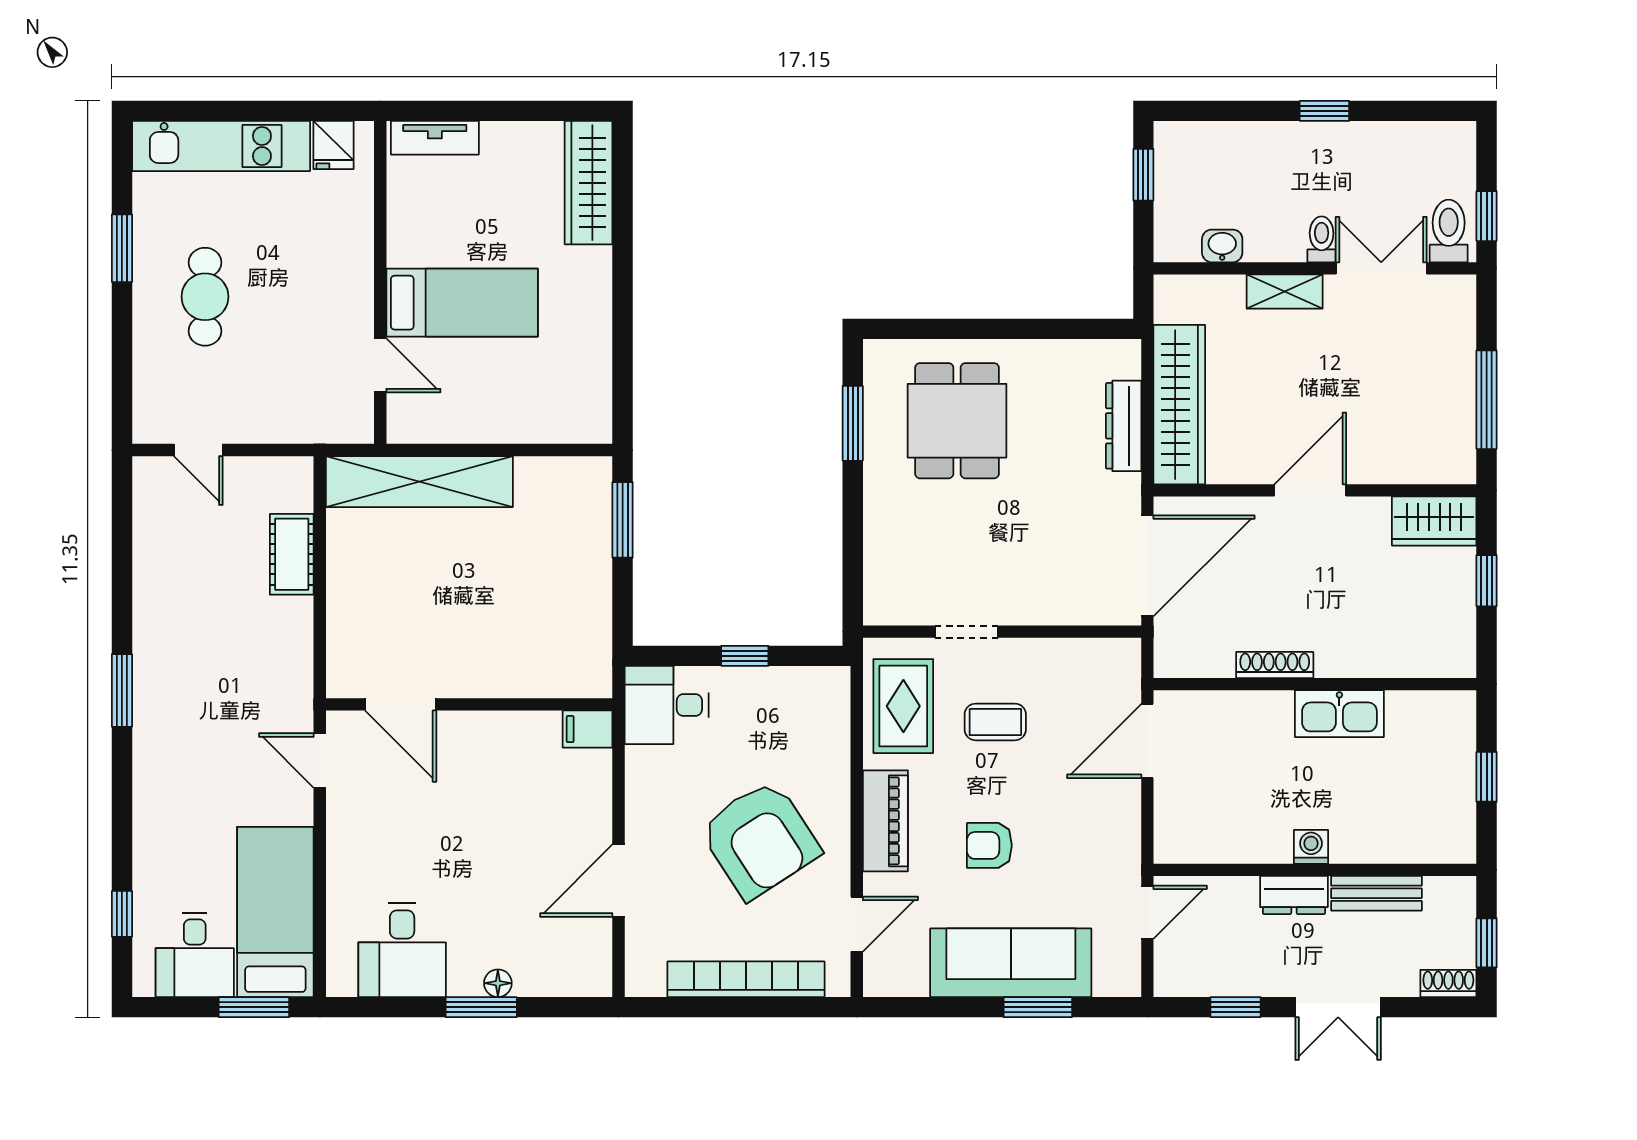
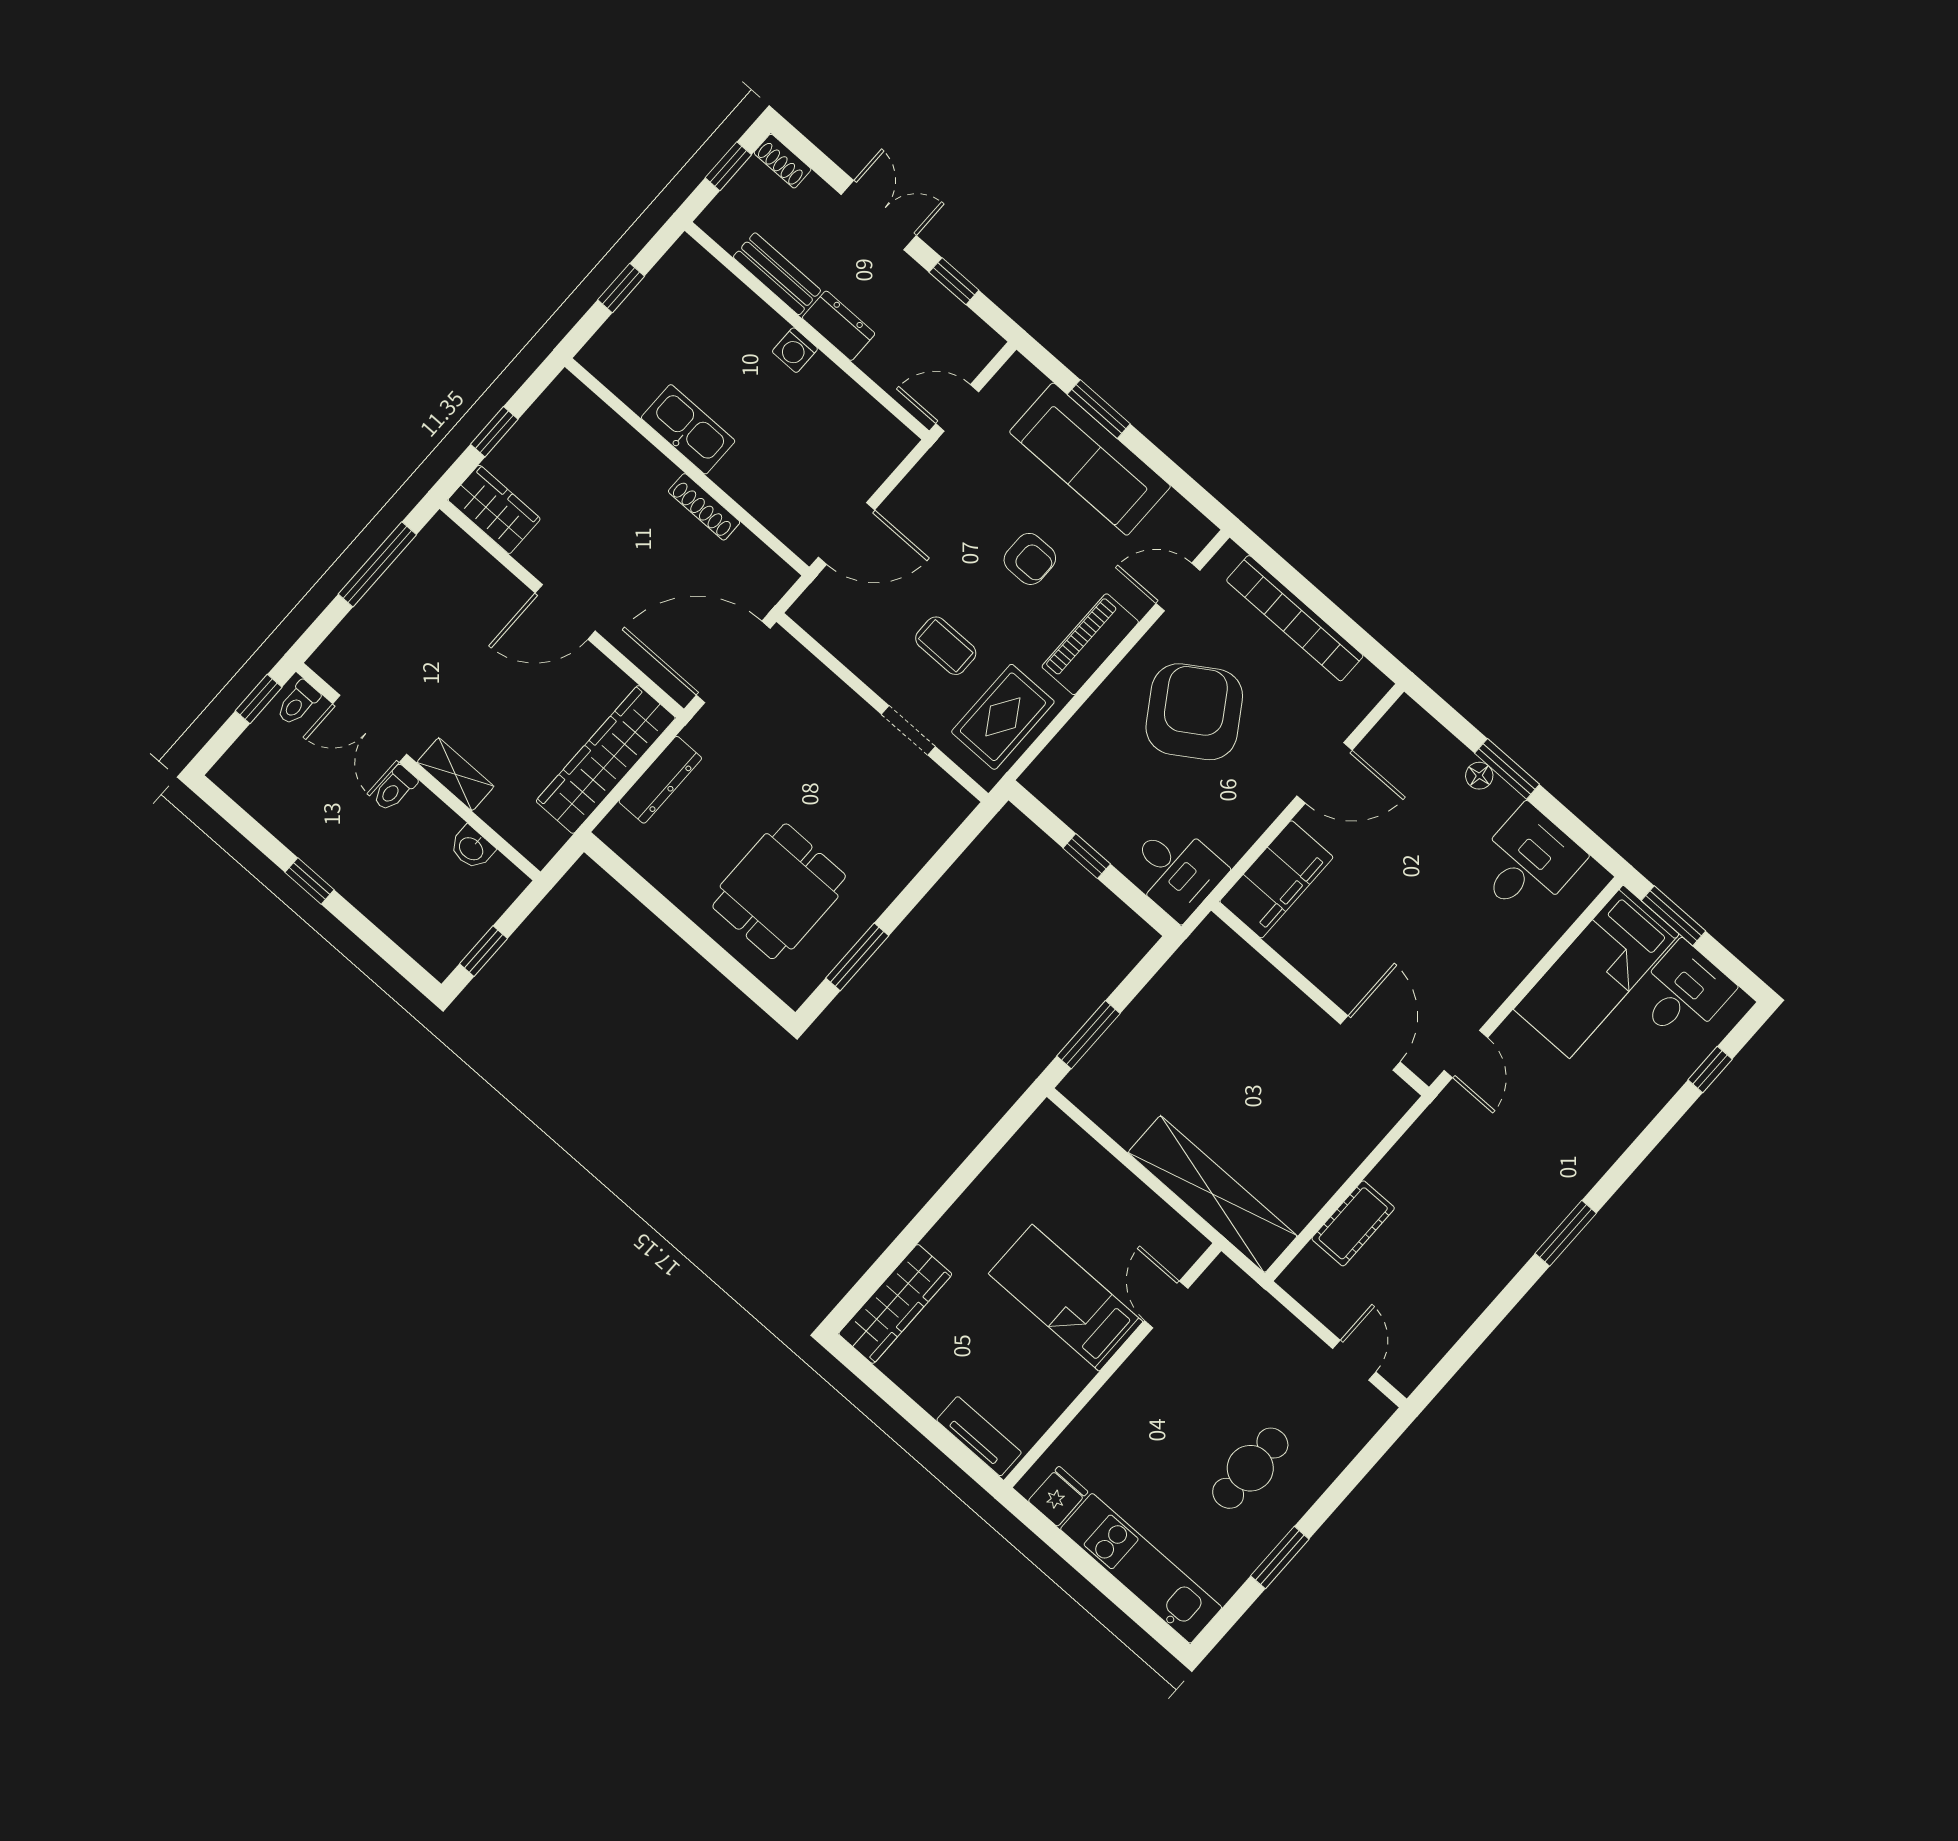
toilet: (1449, 231) -> (298, 703), width x0.73, depth x0.72
filing cabinet: (588, 729) -> (1276, 879), width x3.00, depth x1.17

